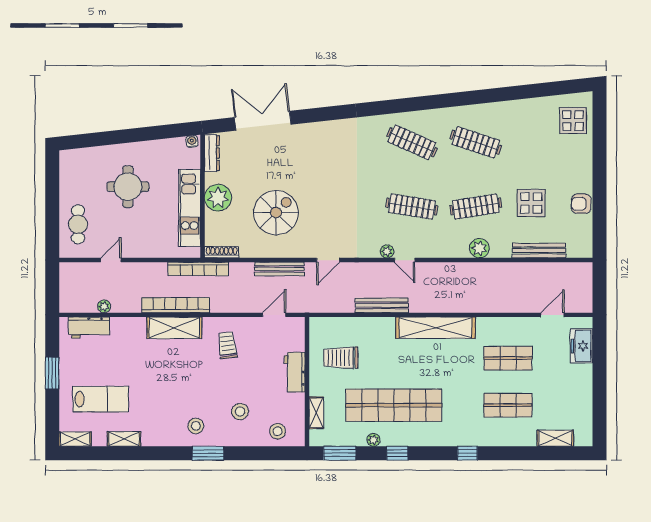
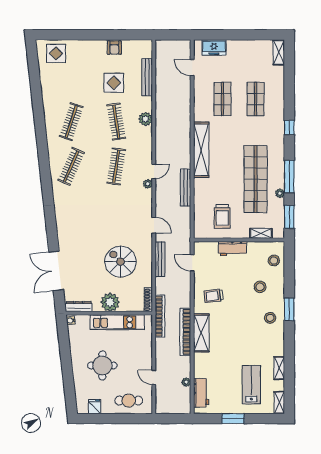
fridge: (69, 176) -> (95, 407), added
shelving: (555, 438) -> (279, 52), moved
window: (397, 453) -> (289, 177), width x2.17

